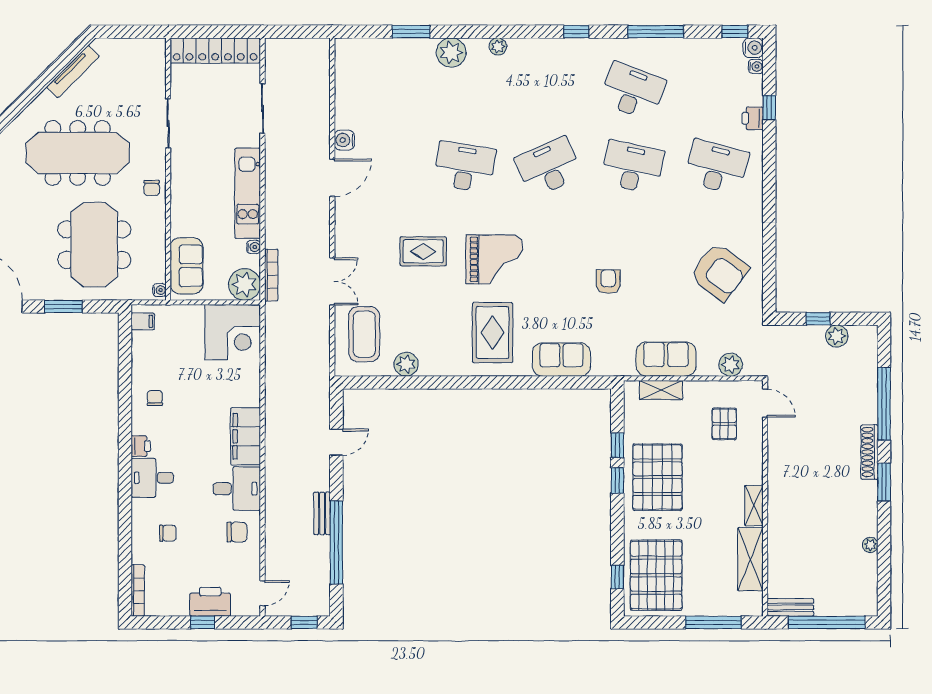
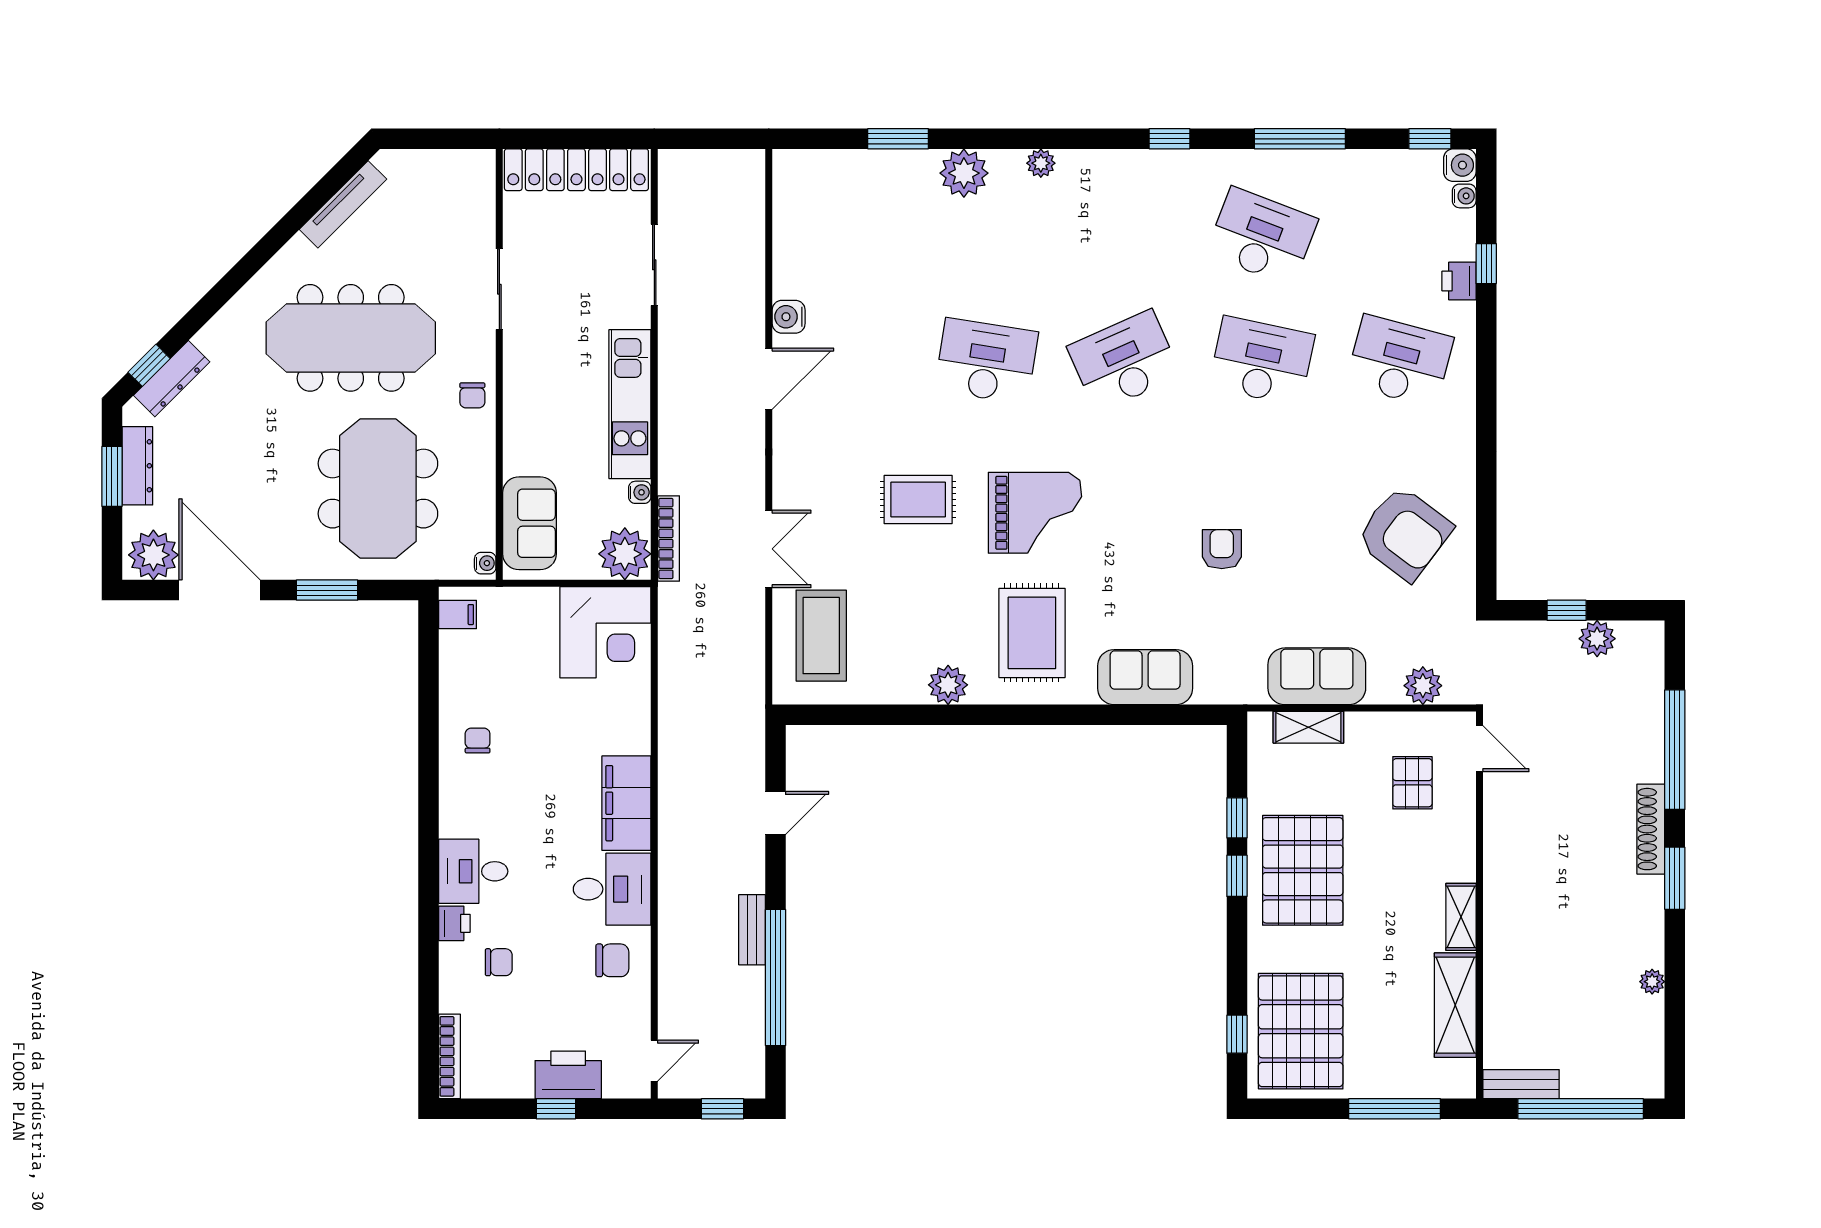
plant: (406, 364) -> (948, 685), moved
printer: (141, 446) -> (454, 923), moved

